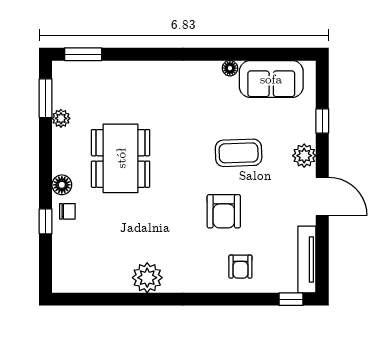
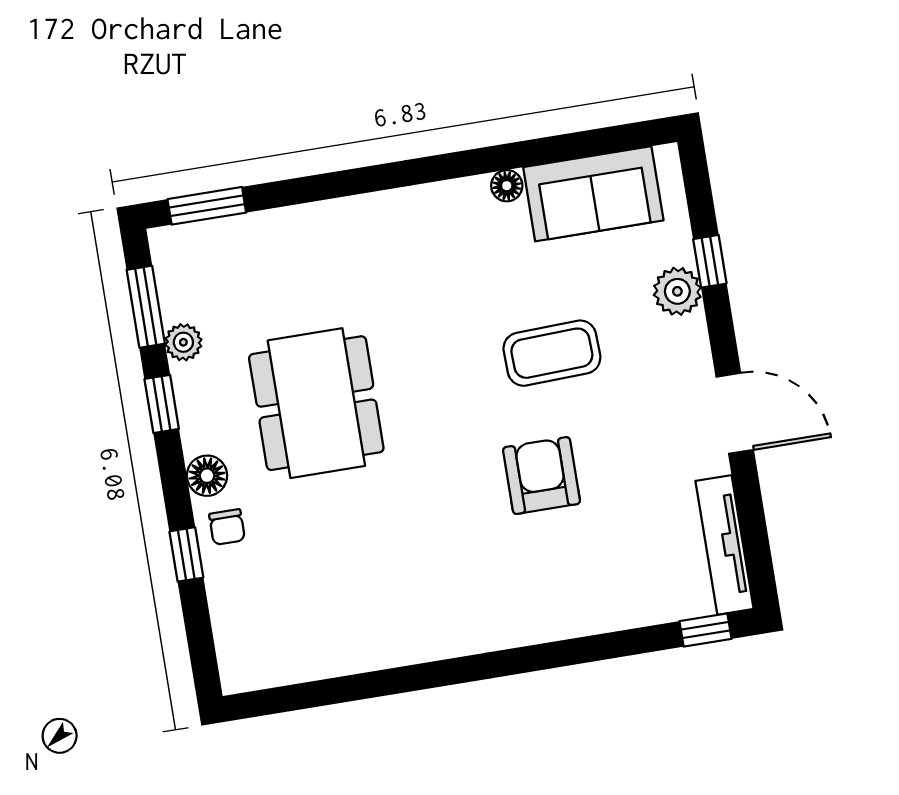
window: (46, 146) -> (162, 404), added
plant: (304, 156) -> (677, 291), moved
chair: (67, 211) -> (227, 527), turned 90
armchair: (224, 211) -> (542, 476), turned 180
armchair: (240, 267) -> (593, 581), removed
plant: (147, 278) -> (409, 634), removed

